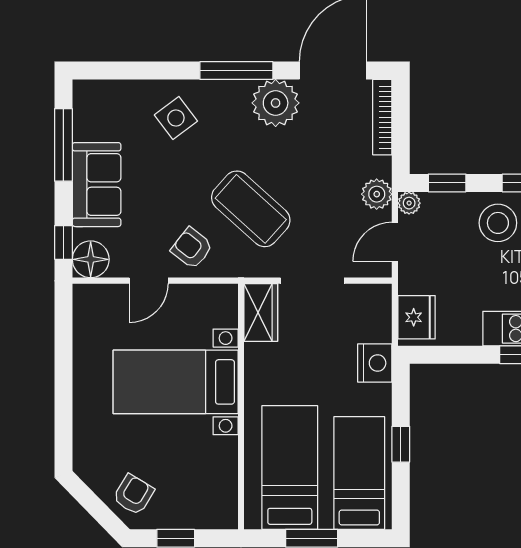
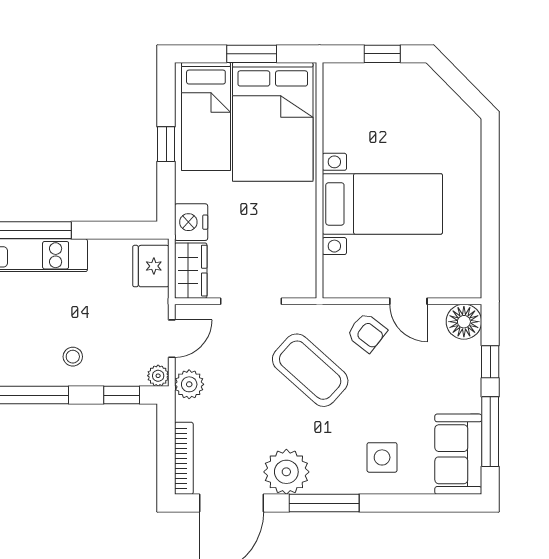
side table: (176, 118) -> (382, 457), turned 37
sofa: (97, 185) -> (458, 454), moved
stool: (498, 223) -> (73, 357), width x0.53, depth x0.53
window: (63, 242) -> (490, 362), moved
door: (149, 281) -> (408, 301), swing flipped
wardrobe: (261, 313) -> (191, 271), moved, turned 180
bed: (290, 467) -> (273, 122), width x1.50
armchair: (134, 495) -> (423, 96), removed

